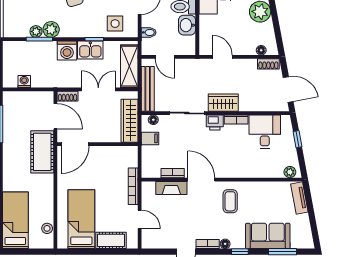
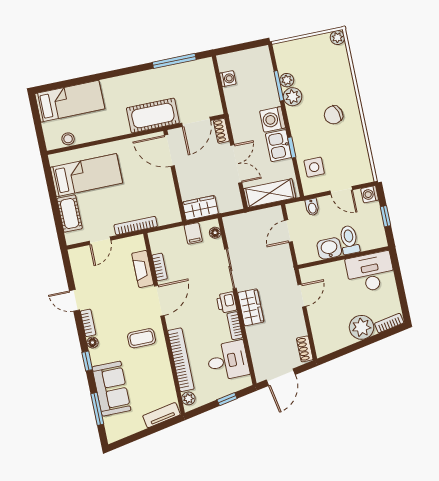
floor lamp: (261, 50) -> (318, 338), removed
bench: (148, 89) -> (249, 219), removed
wardrobe: (130, 121) -> (200, 208), width x0.67
bookcase: (256, 172) -> (181, 360), added

